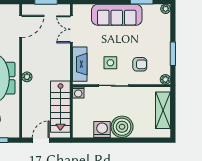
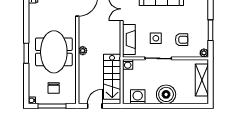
washing machine: (102, 129) -> (138, 97), moved

